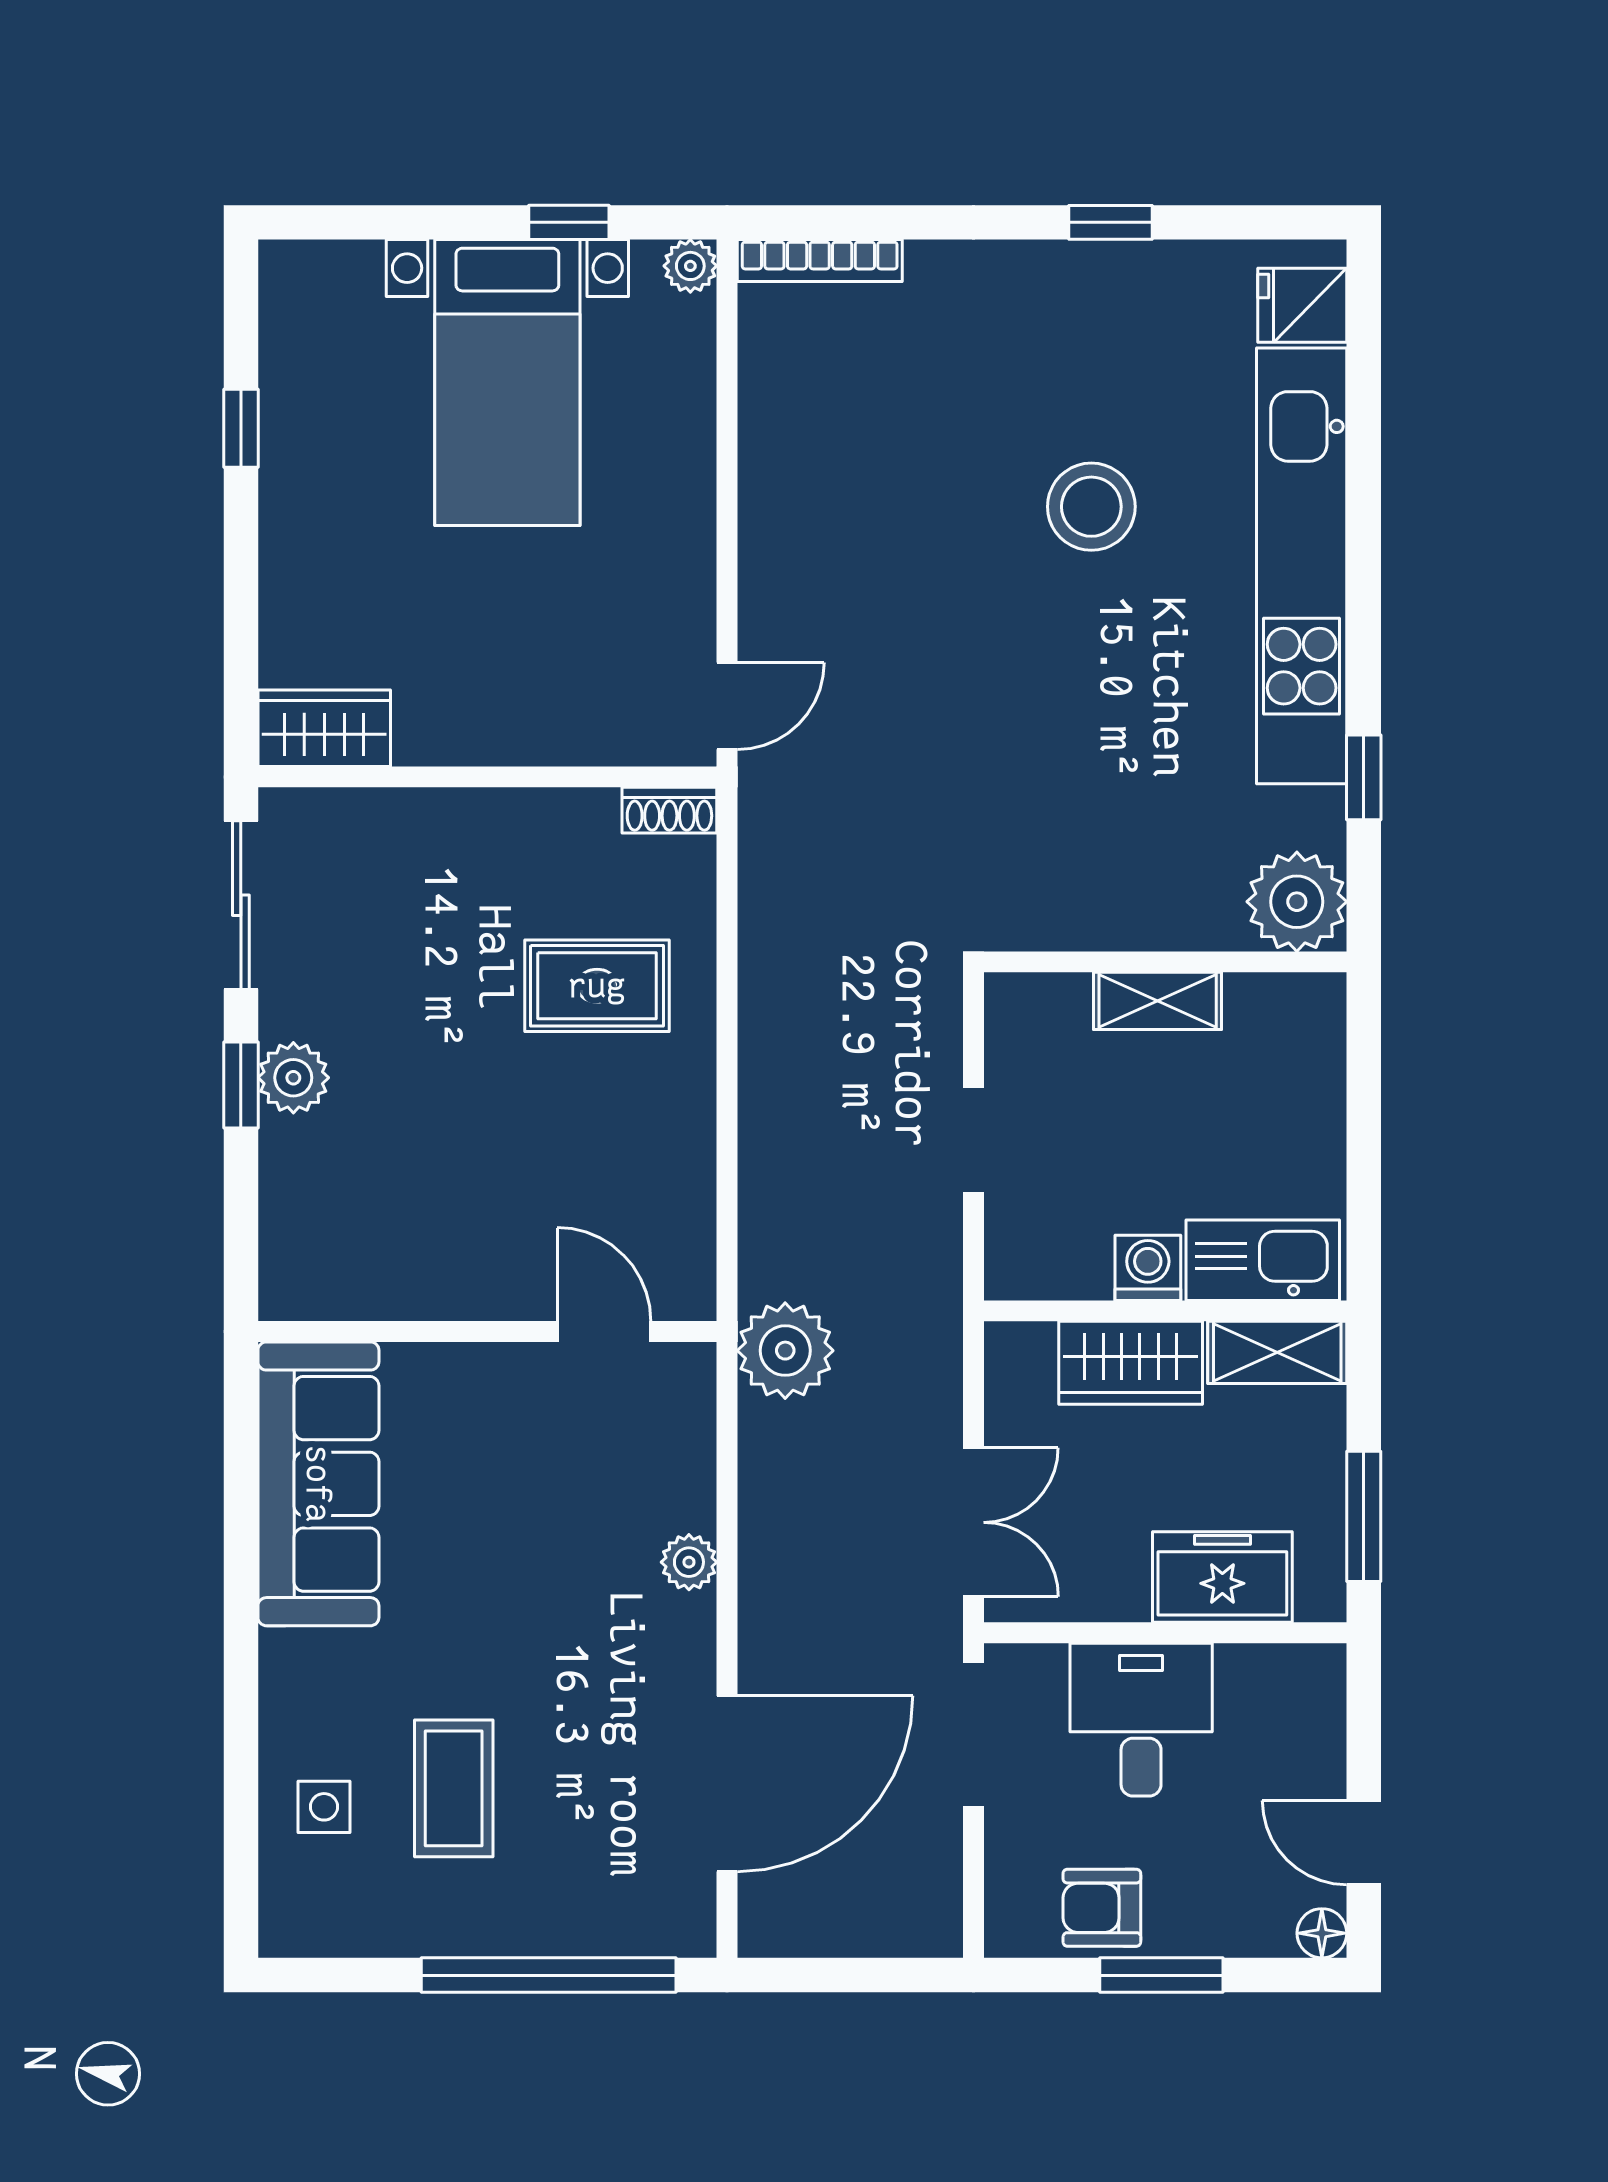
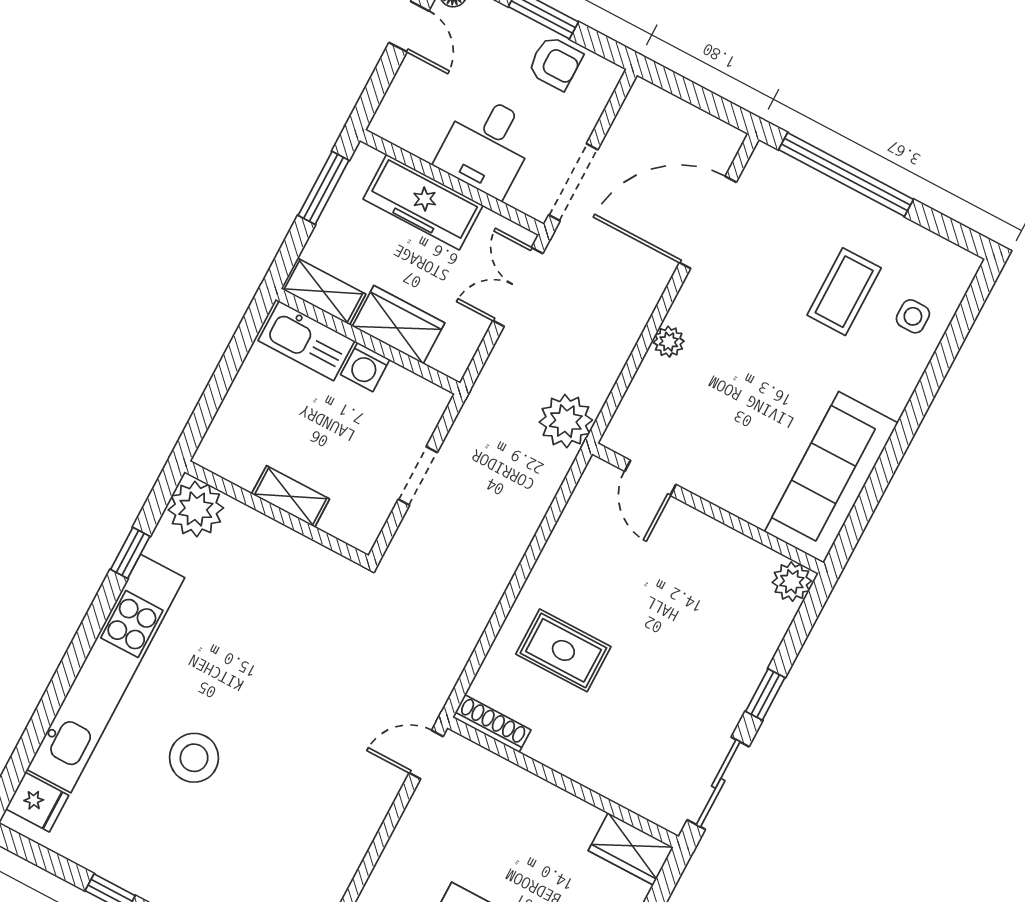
shoe rack: (669, 810) -> (492, 723), width x1.43
plant: (293, 1078) -> (792, 582), moved
freezer: (1222, 1577) -> (423, 202), width x1.40

